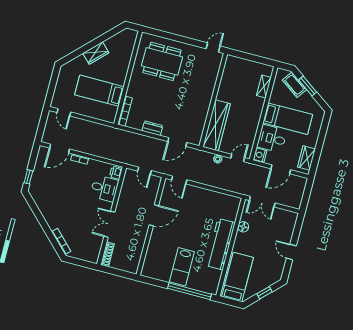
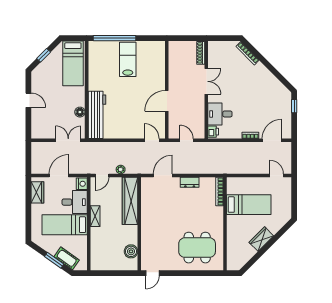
boiler: (229, 75) -> (131, 251), added
shelving: (264, 86) -> (95, 216), moved
workbench: (221, 244) -> (97, 115), moved

